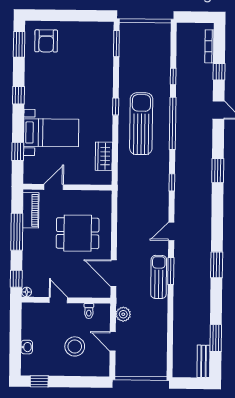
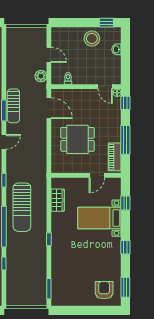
sun lounger: (141, 124) -> (22, 207), moved
door: (58, 300) -> (105, 87), moved
stool: (75, 346) -> (92, 39), moved

